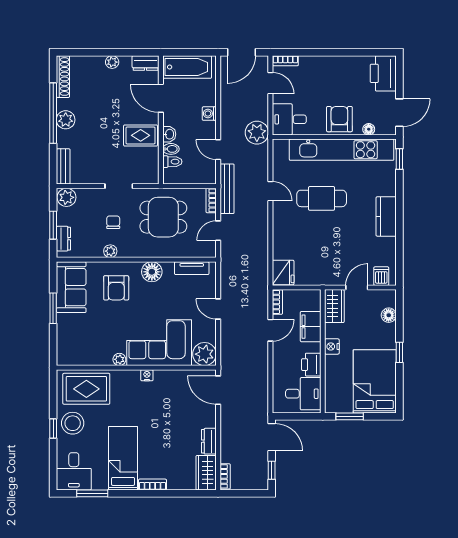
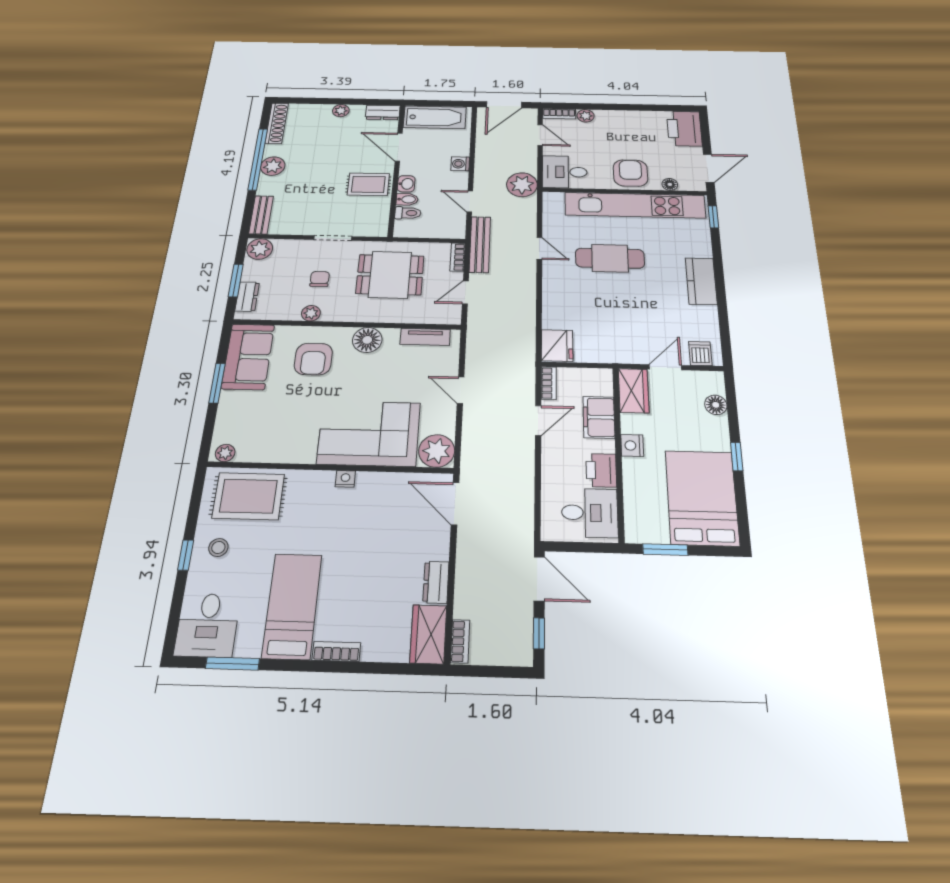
plant: (306, 62) -> (586, 116), added
plant: (119, 359) -> (225, 453), moved
stool: (73, 423) -> (218, 547), width x0.53, depth x0.53

